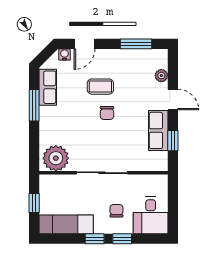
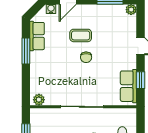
plant: (161, 76) -> (131, 10), moved
row of seats: (158, 130) -> (128, 86), moved
plant: (56, 158) -> (39, 100), width x0.53, depth x0.53

